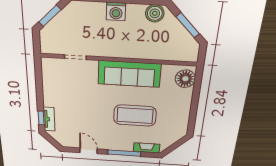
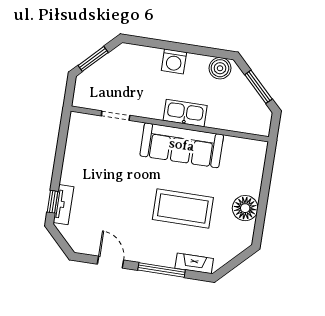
kitchen sink: (130, 51) -> (185, 113), added
floor lamp: (185, 79) -> (245, 208), moved

